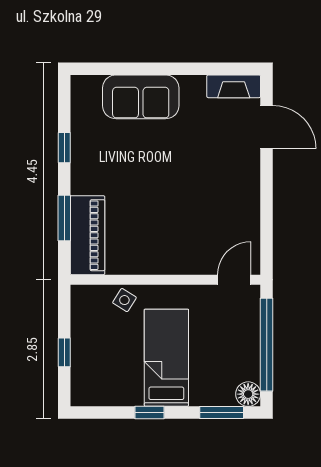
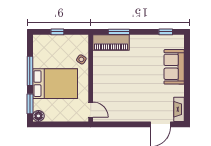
window: (64, 148) -> (166, 32), moved
window: (267, 345) -> (61, 124), removed
bed: (166, 358) -> (55, 84), width x1.50
window: (150, 413) -> (30, 71), width x2.17

